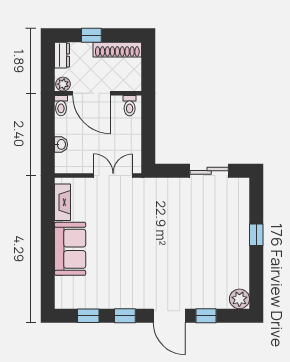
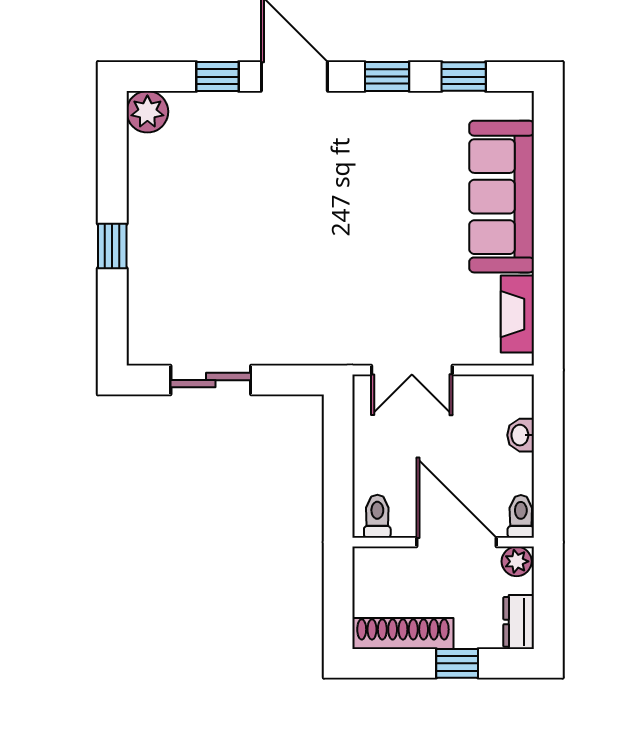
sofa: (70, 249) -> (502, 197), width x1.36

